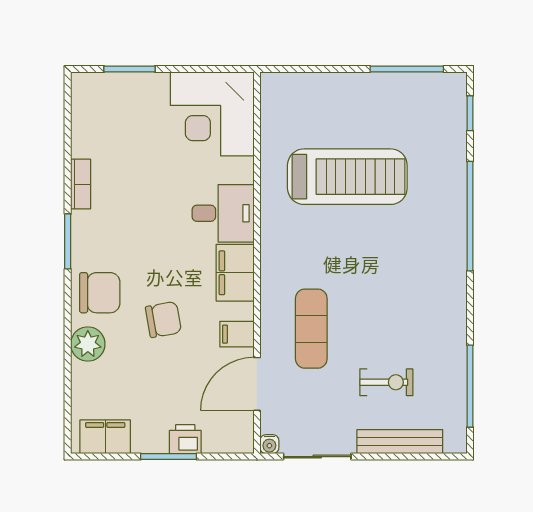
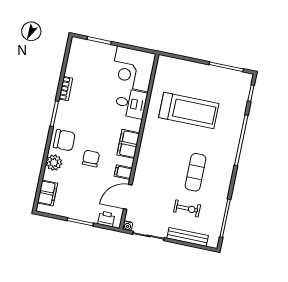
desk: (223, 213) -> (131, 103), moved
chair: (163, 320) -> (91, 159), turned -80
exercise mat: (311, 329) -> (196, 172), moved
filing cabinet: (105, 437) -> (47, 193), moved, turned 90
printer: (185, 439) -> (106, 219), moved

